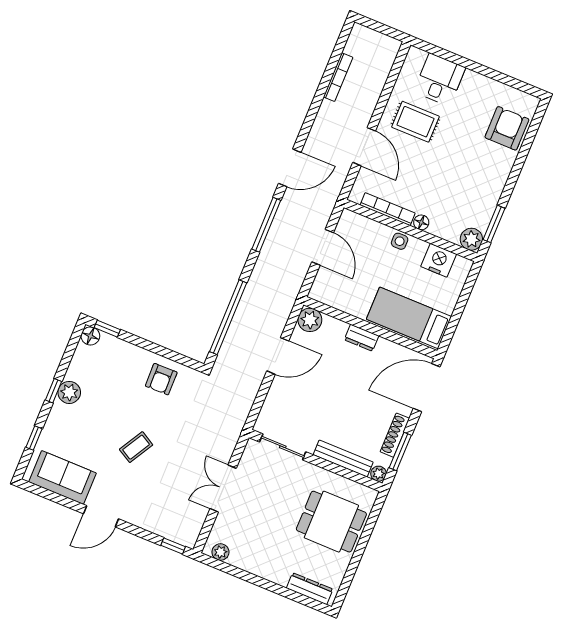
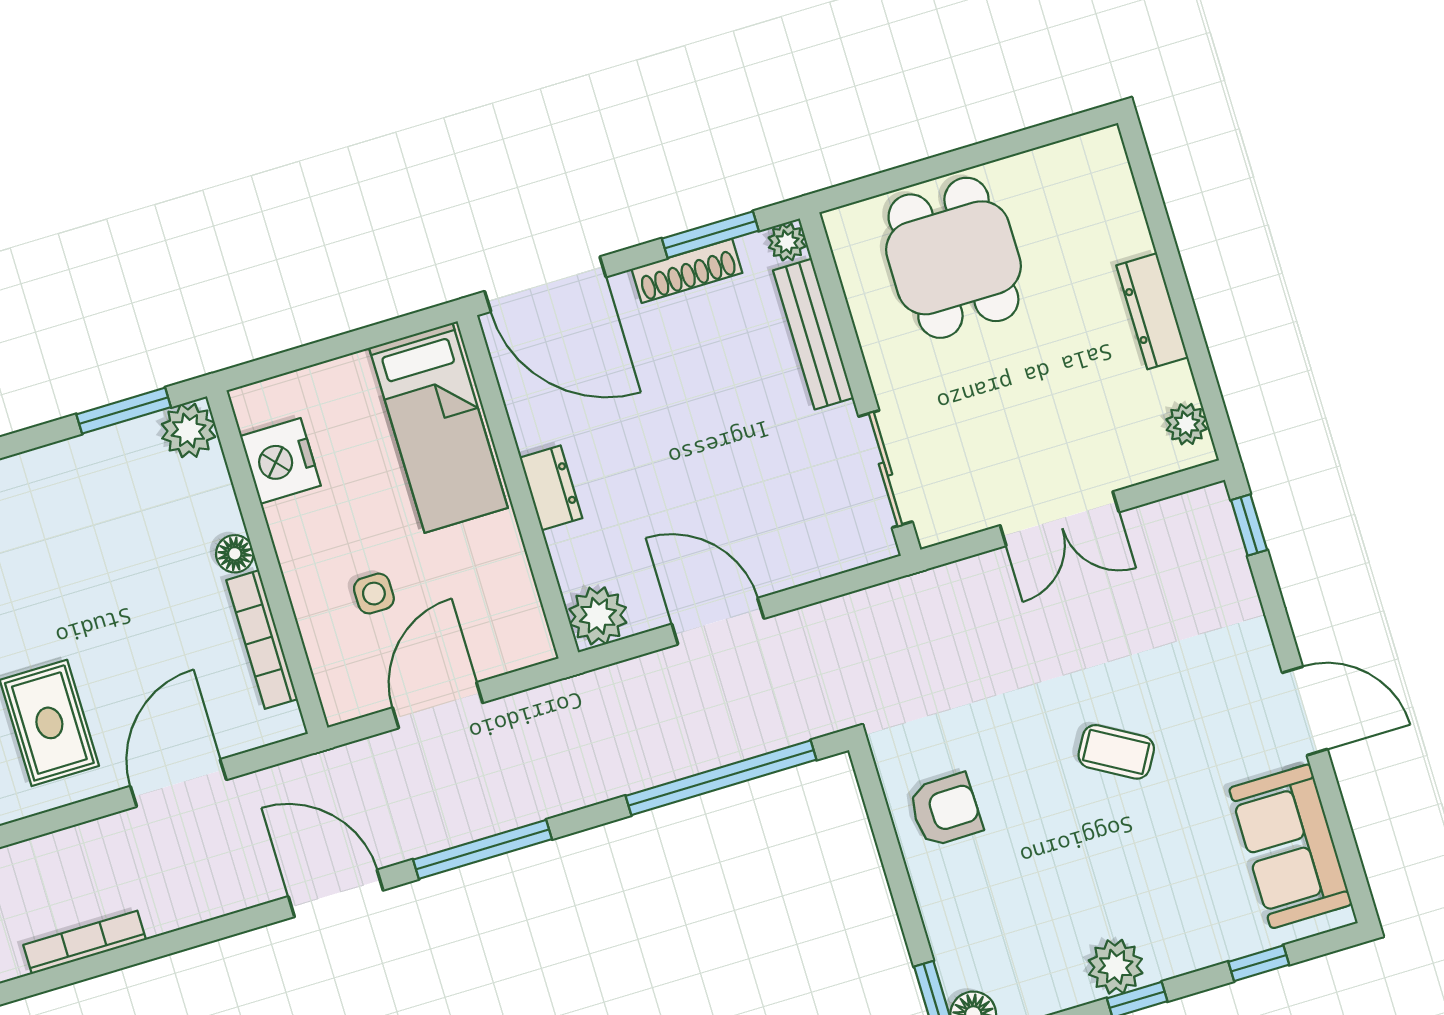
side table: (400, 241) -> (374, 594), moved
dresser: (310, 589) -> (1152, 311), moved

